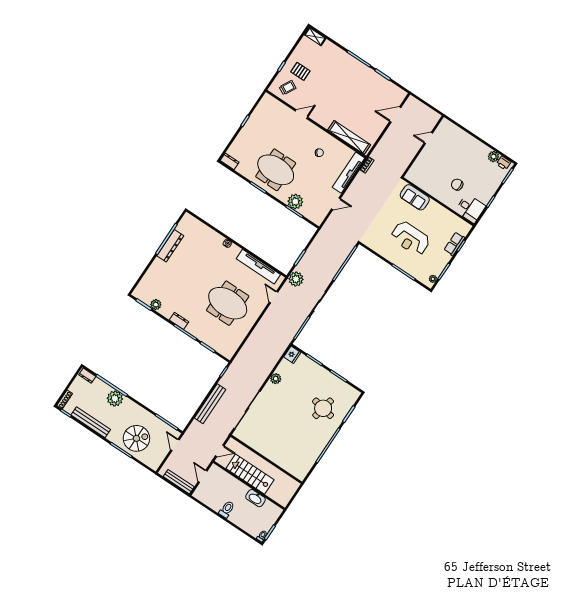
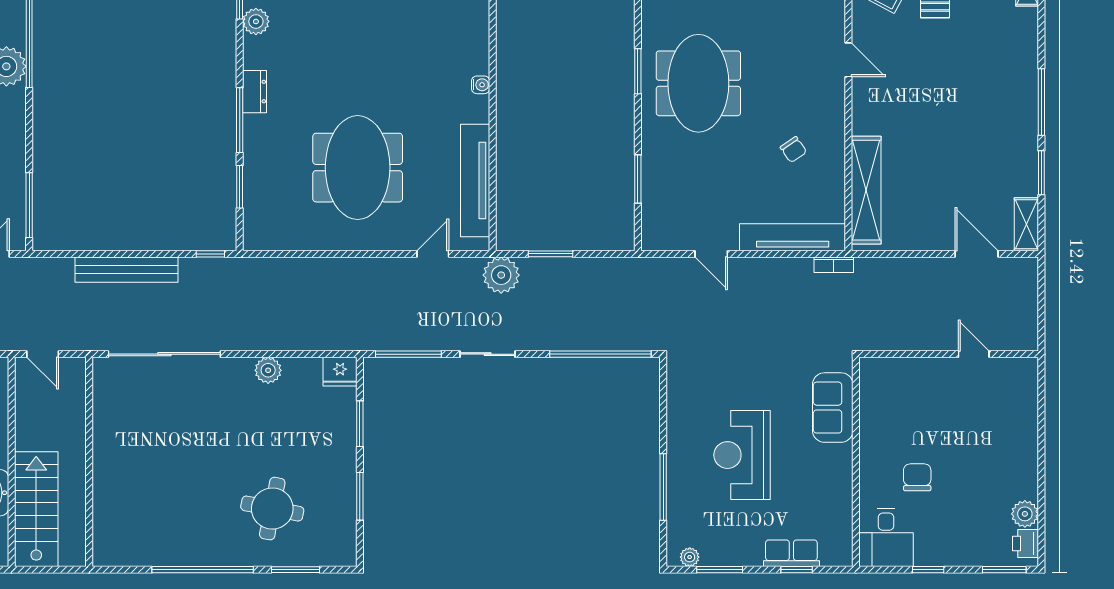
shelving: (397, 91) -> (1026, 224), added
plant: (295, 202) -> (660, 167), removed
stairs: (250, 474) -> (36, 509), moved

